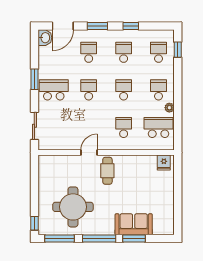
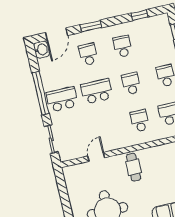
window: (131, 26) -> (140, 15), moved
school desk: (159, 52) -> (157, 38), removed
window: (34, 79) -> (41, 93), width x2.11
school desk: (89, 90) -> (97, 91), width x1.85
door: (89, 153) -> (96, 157), moved

